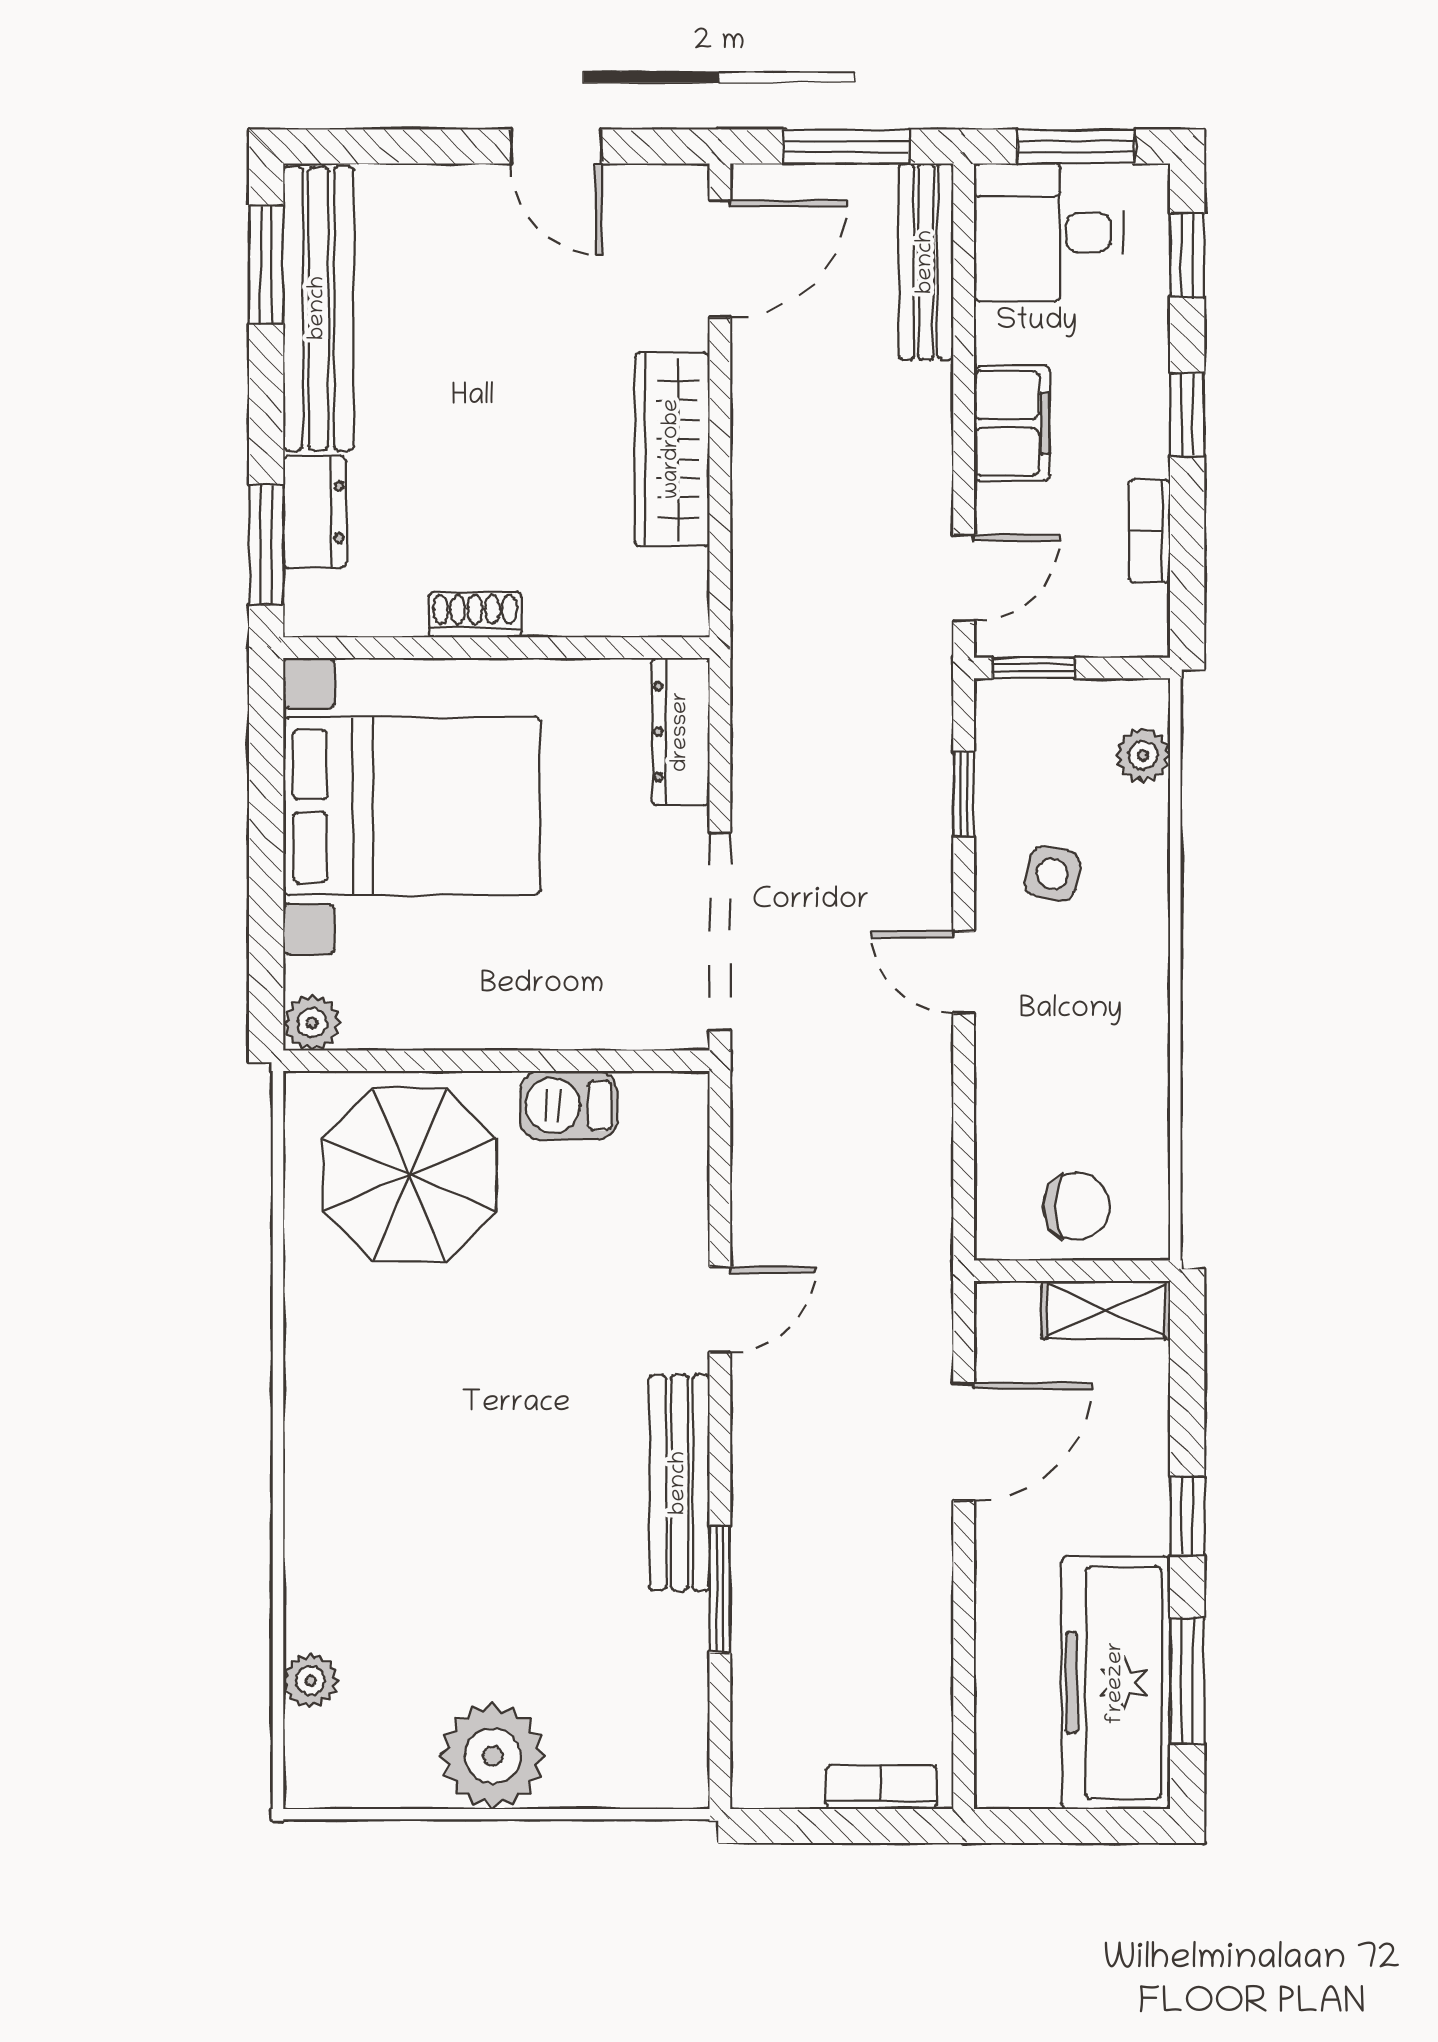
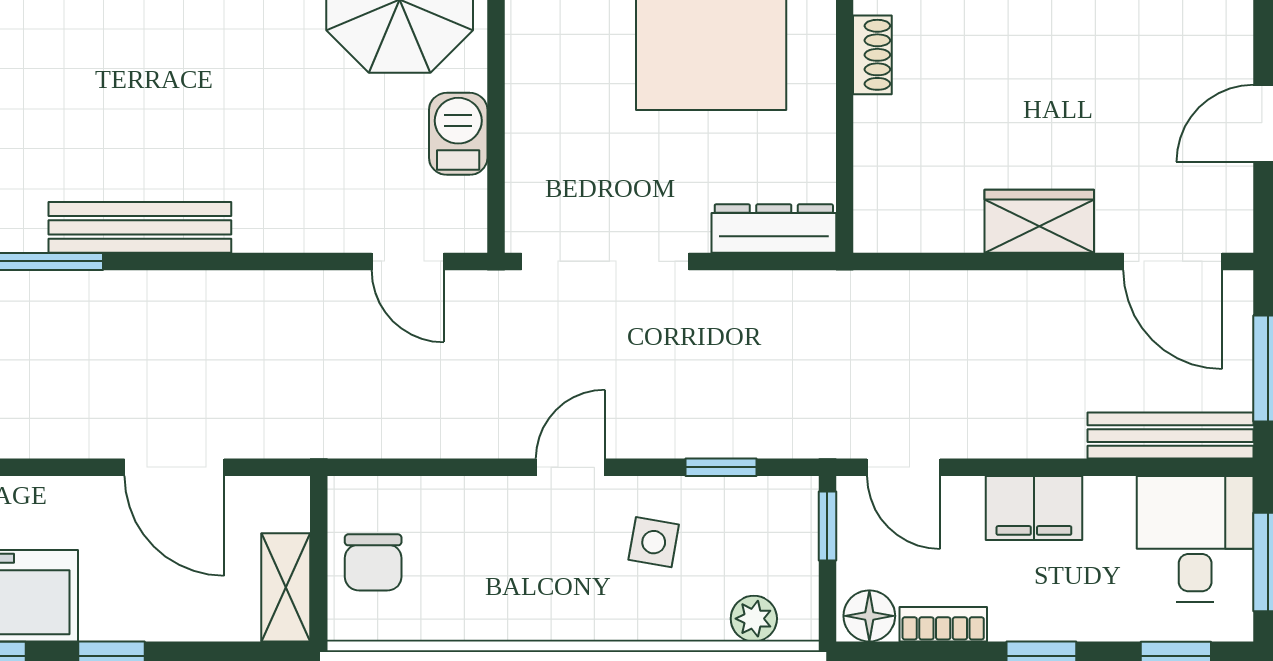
wardrobe: (672, 449) -> (1039, 221), width x0.67
floor lamp: (1140, 618) -> (869, 616), added
door: (720, 1310) -> (408, 261), moved

